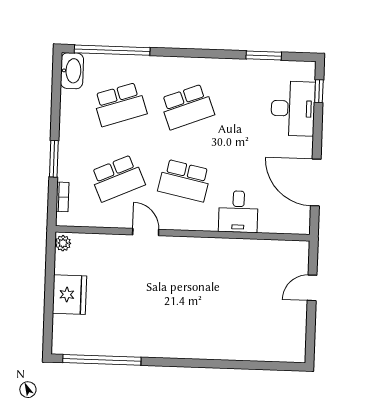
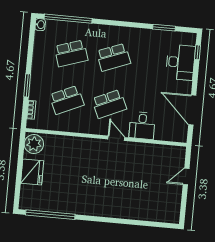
washbasin: (72, 71) -> (40, 25), width x0.52, depth x0.69
school desk: (184, 180) -> (109, 104), turned -36
door: (146, 232) -> (116, 138), moved
plant: (63, 243) -> (34, 144), width x1.88, depth x1.88

